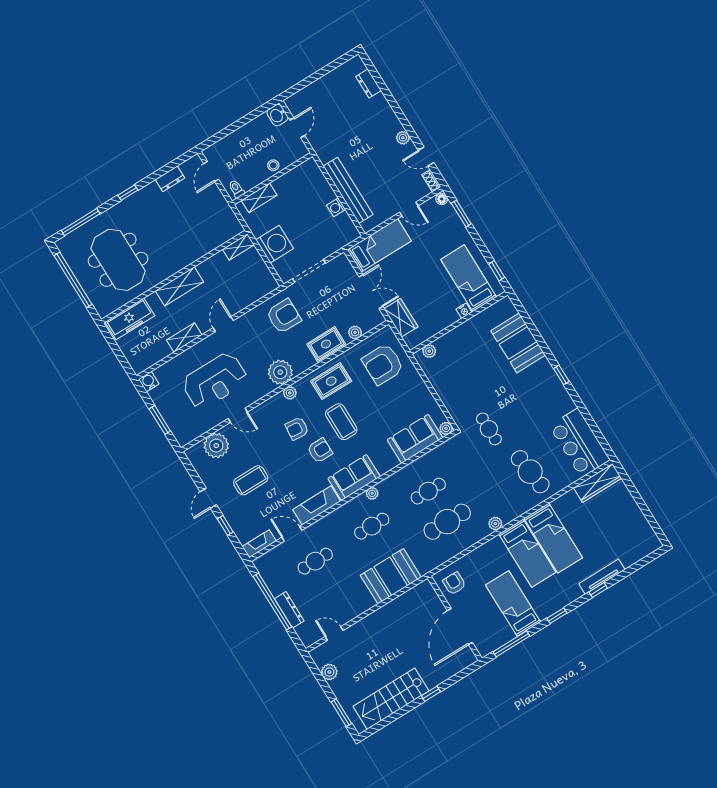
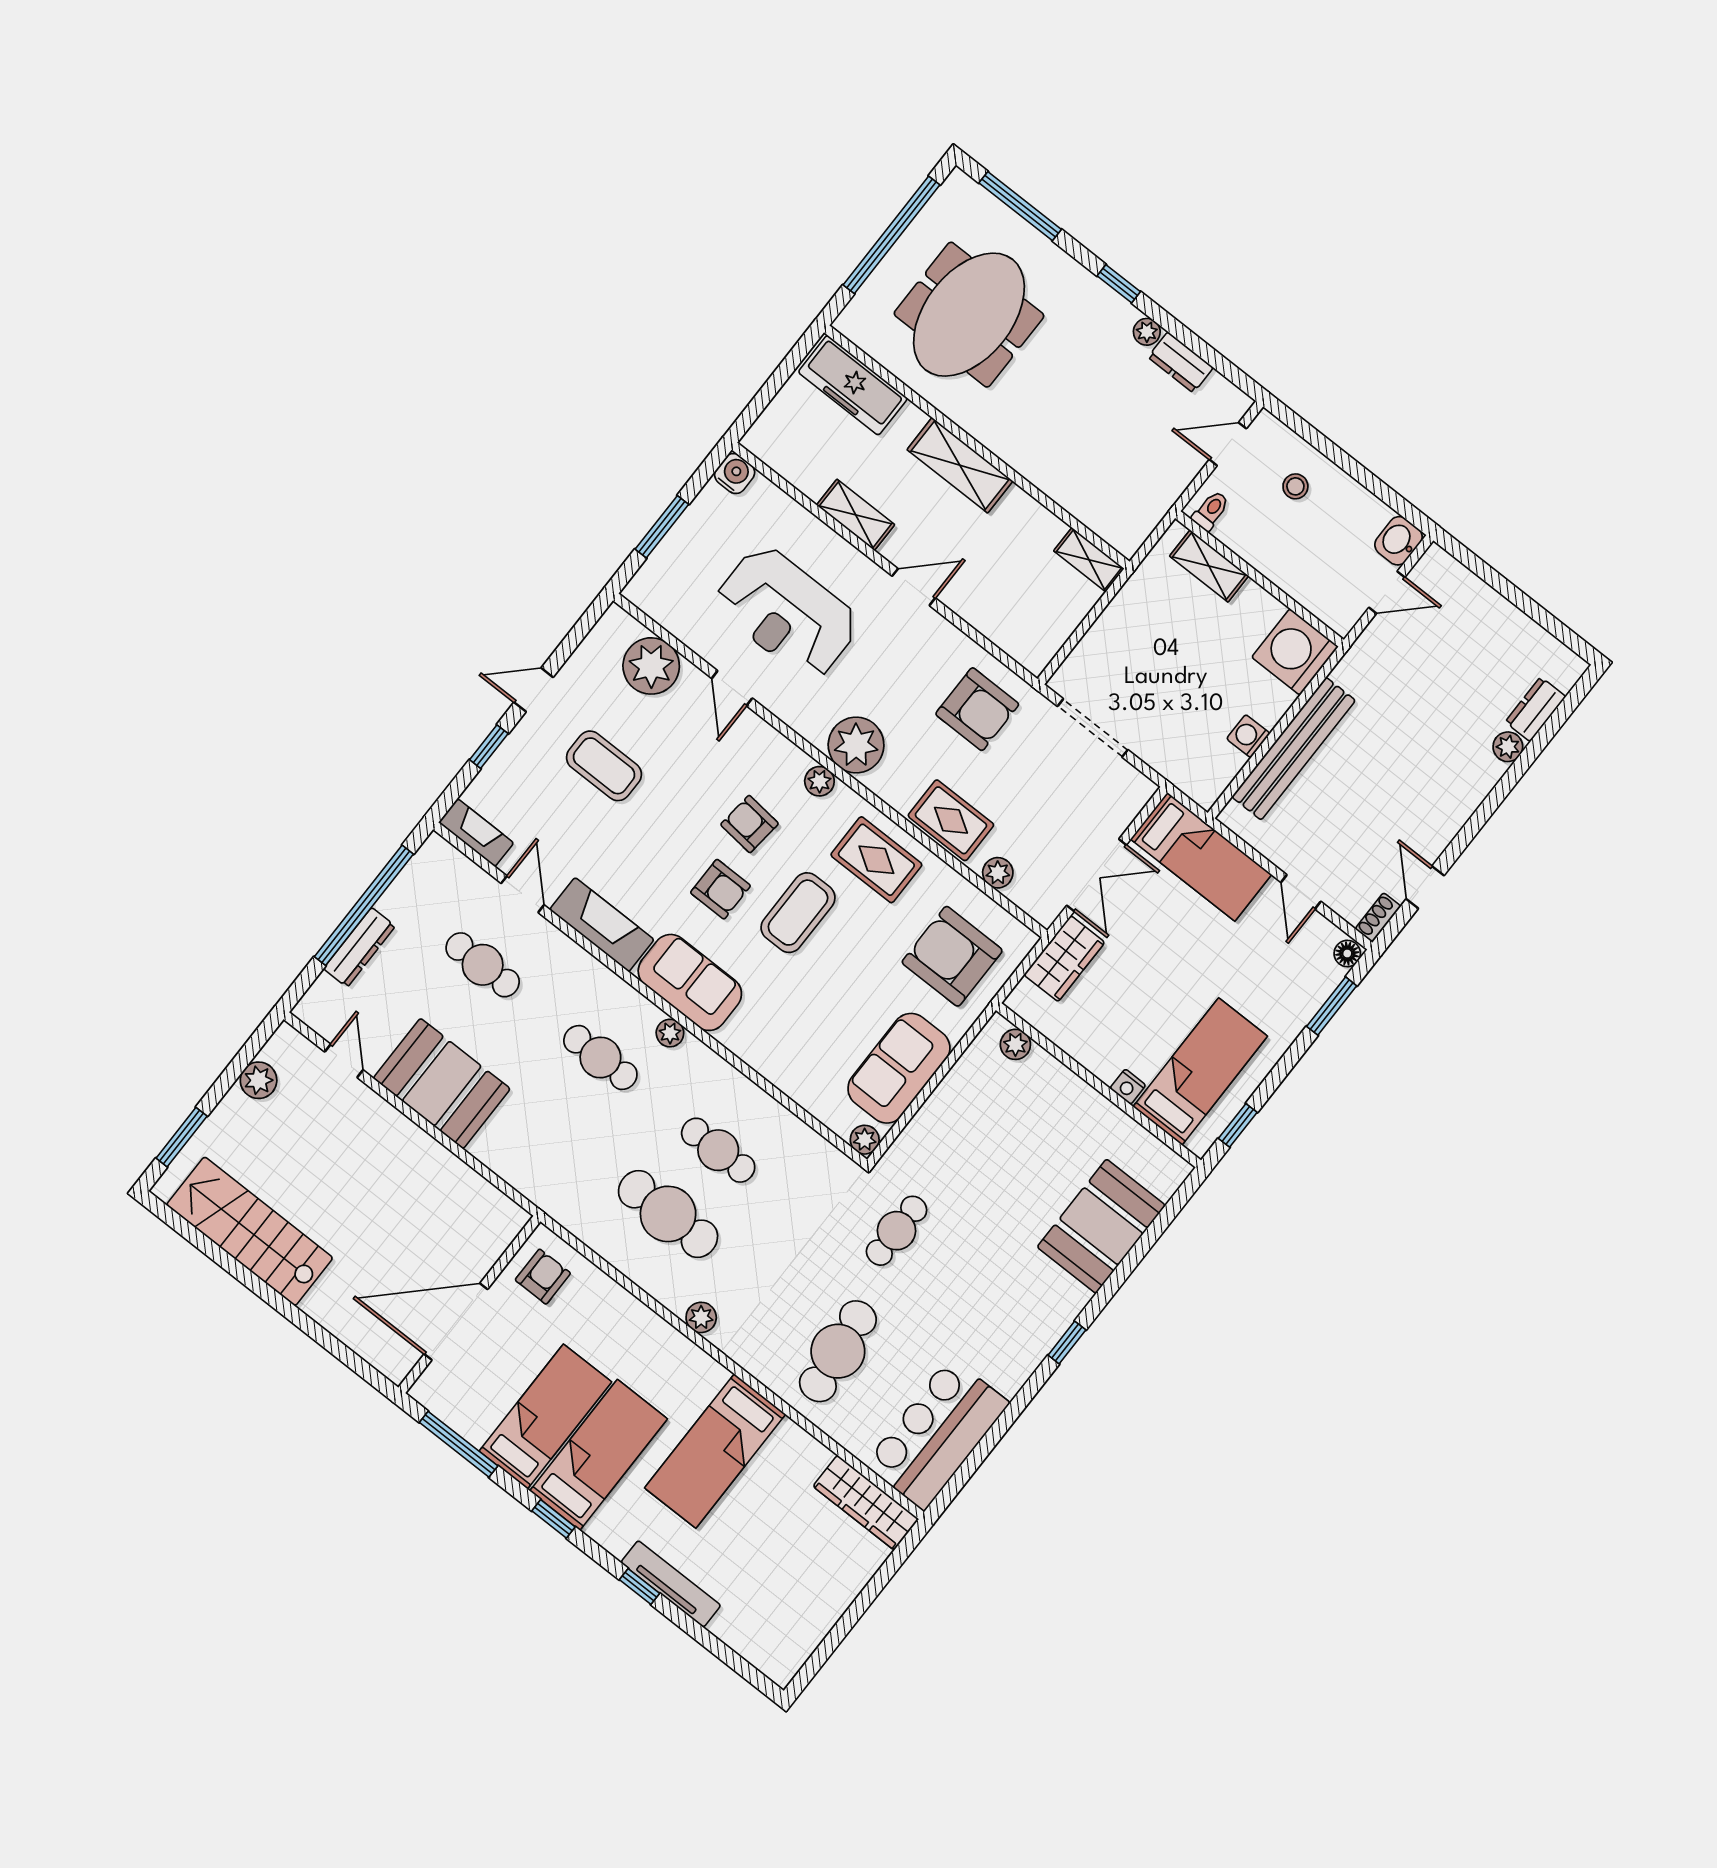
plant: (403, 138) -> (1508, 747), moved
stool: (273, 165) -> (1295, 486), moved
plant: (152, 188) -> (1147, 332), added
washing machine: (275, 244) -> (1295, 652), moved, turned 180
sofa: (415, 439) -> (899, 1068), moved, turned -90
bed: (527, 553) -> (599, 1455), moved, turned 180
booth: (391, 576) -> (442, 1084), moved
window: (431, 694) -> (291, 1312), removed

